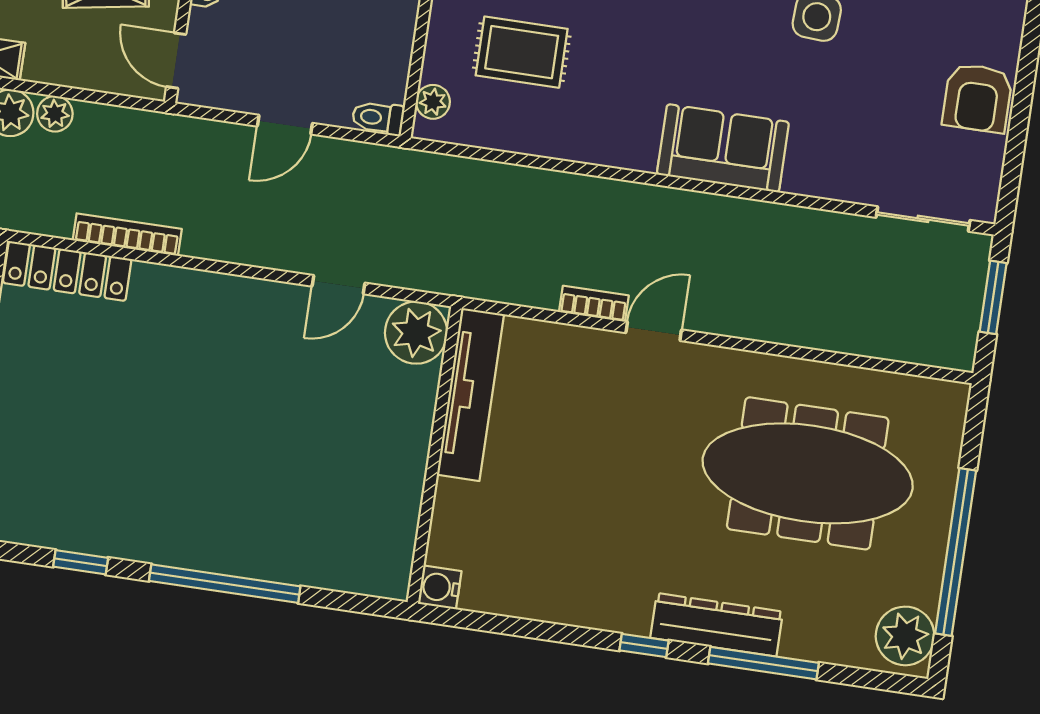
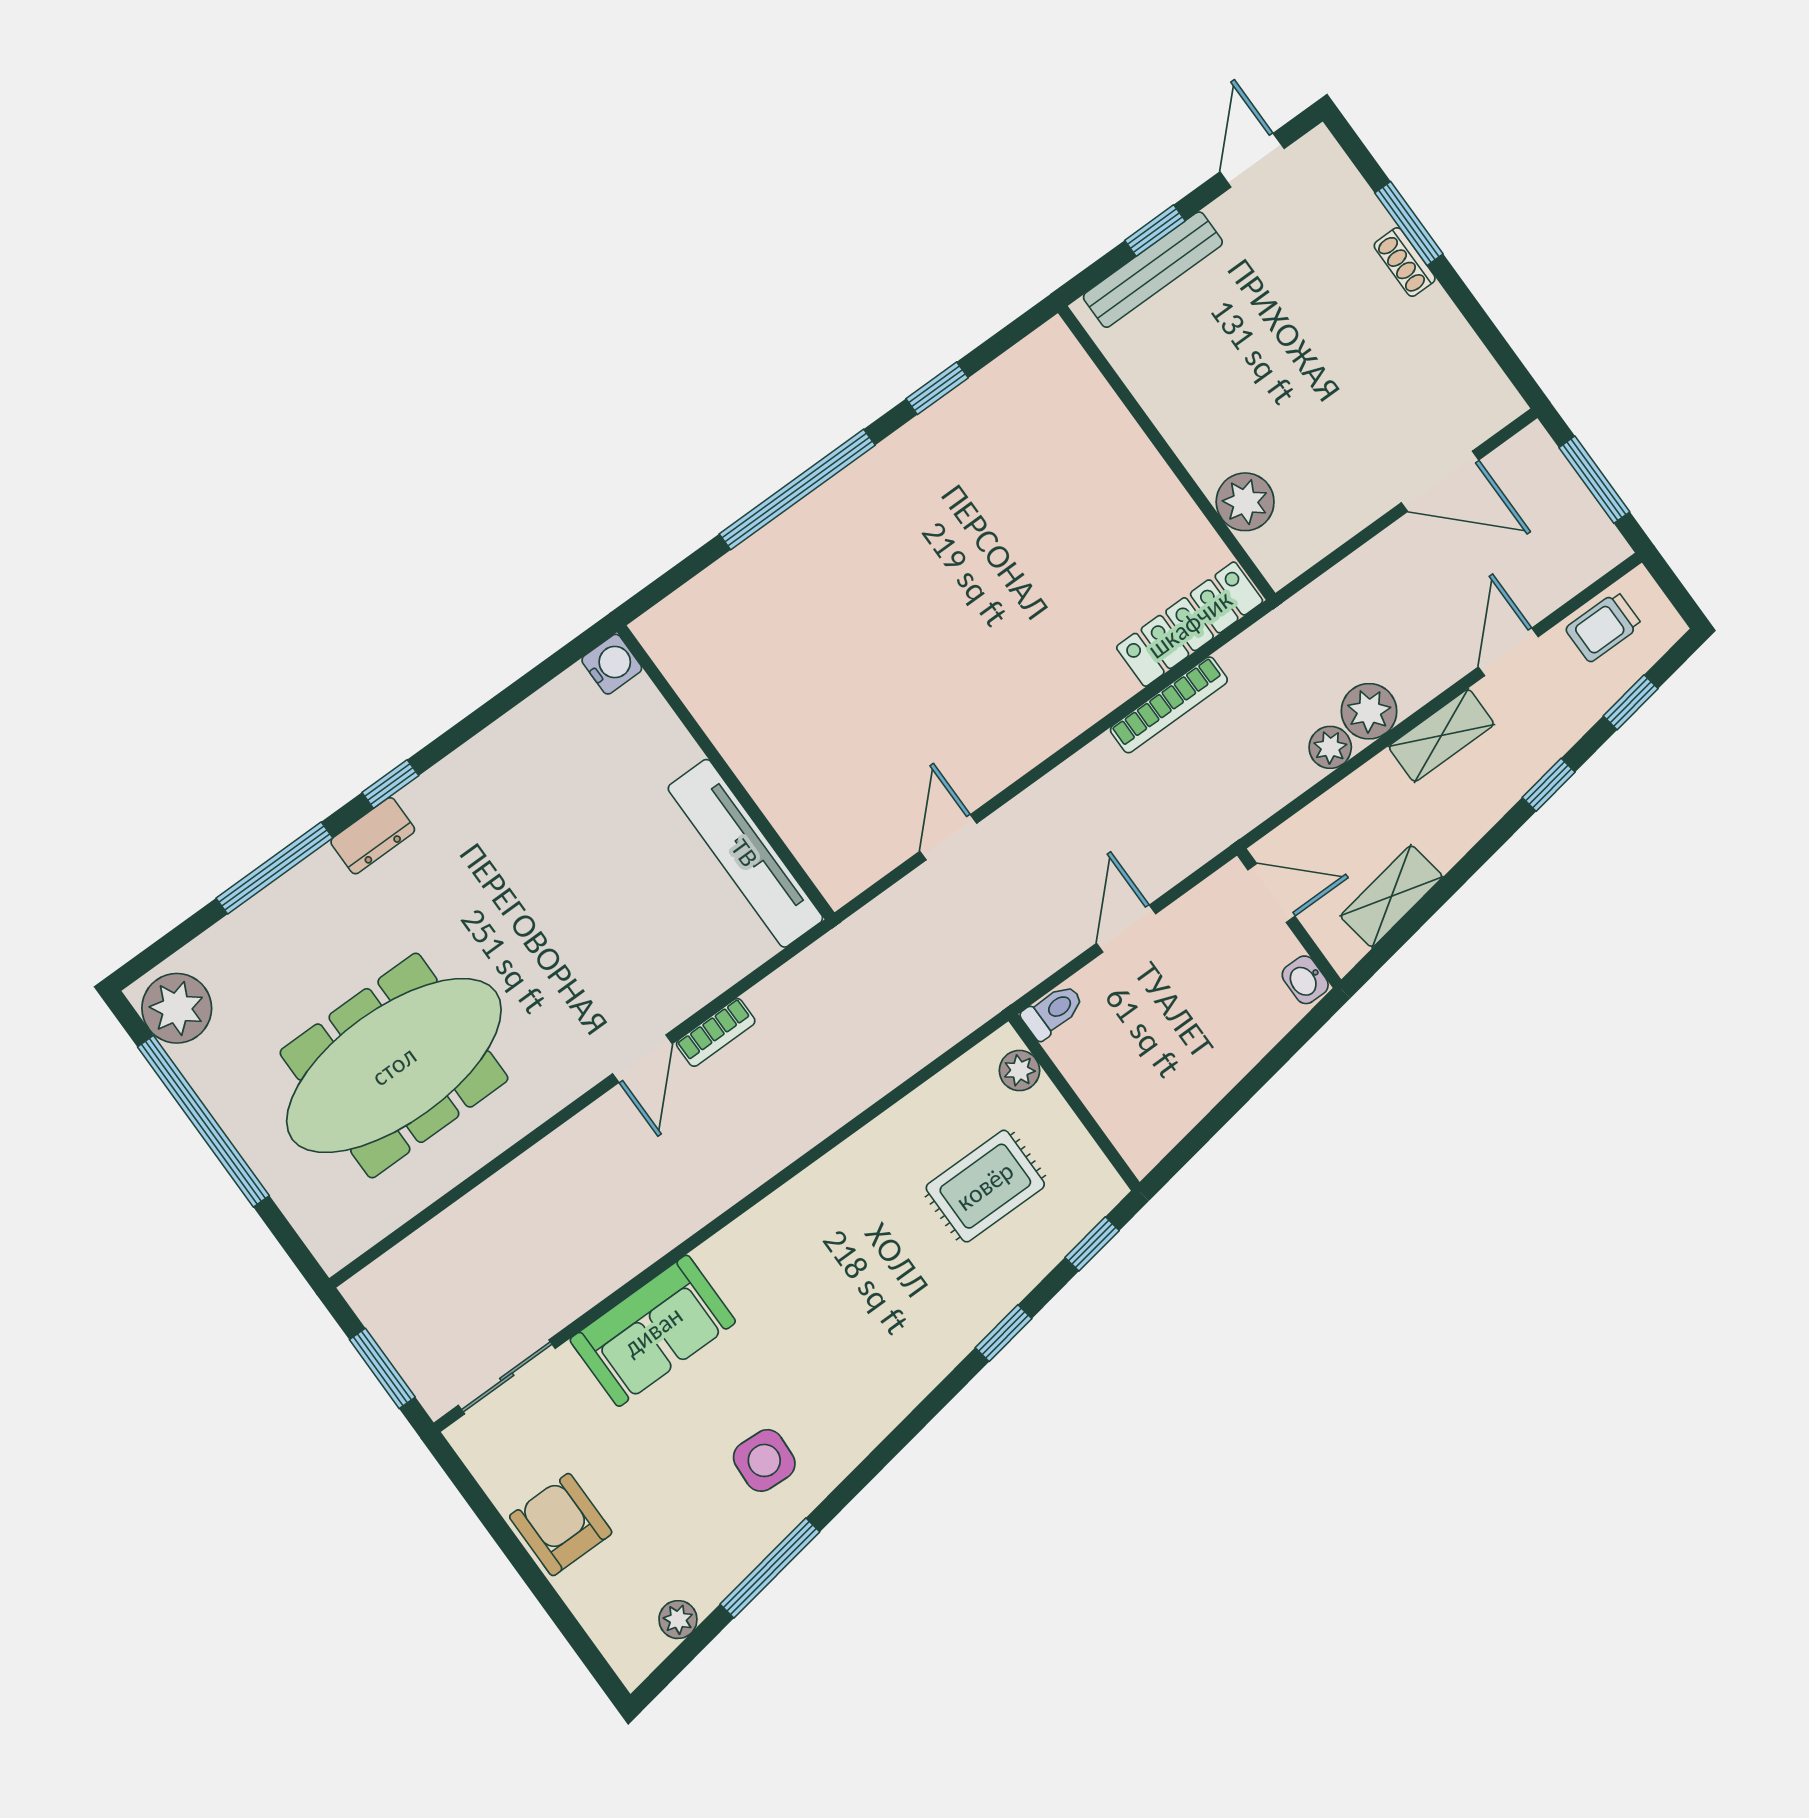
sofa: (723, 148) -> (653, 1331), moved
plant: (416, 333) -> (843, 861), removed
dresser: (717, 625) -> (373, 836), width x0.51, depth x0.80

